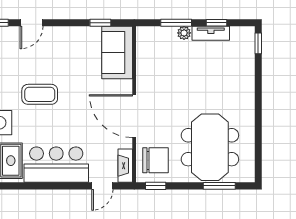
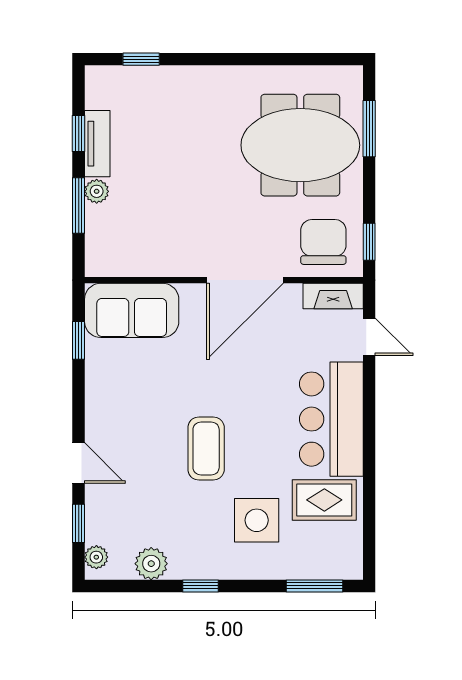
window: (258, 43) -> (141, 59), moved

